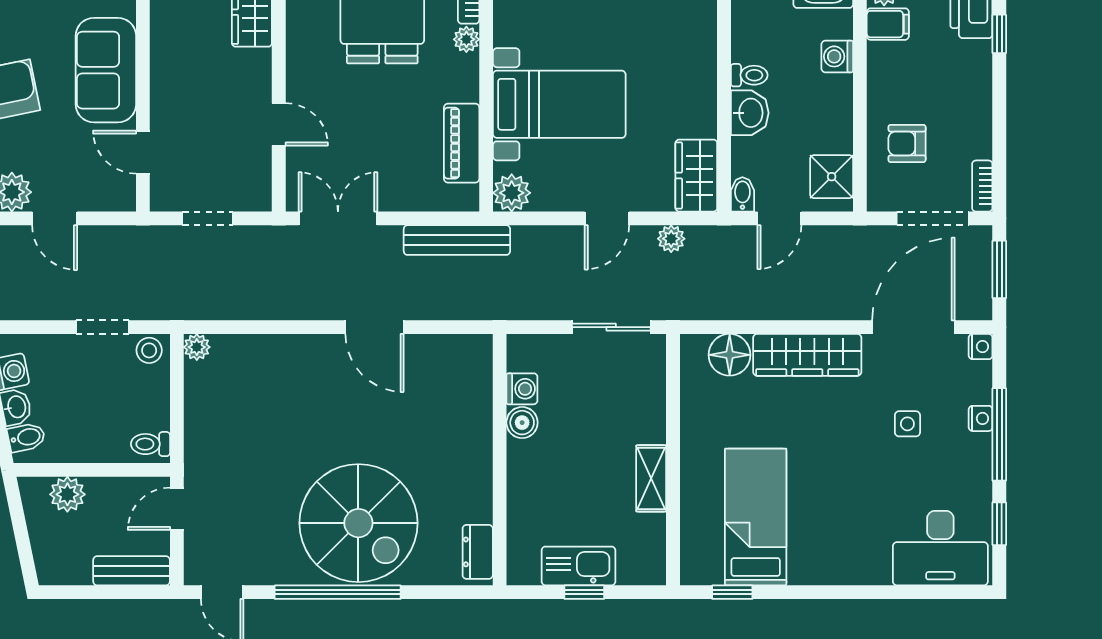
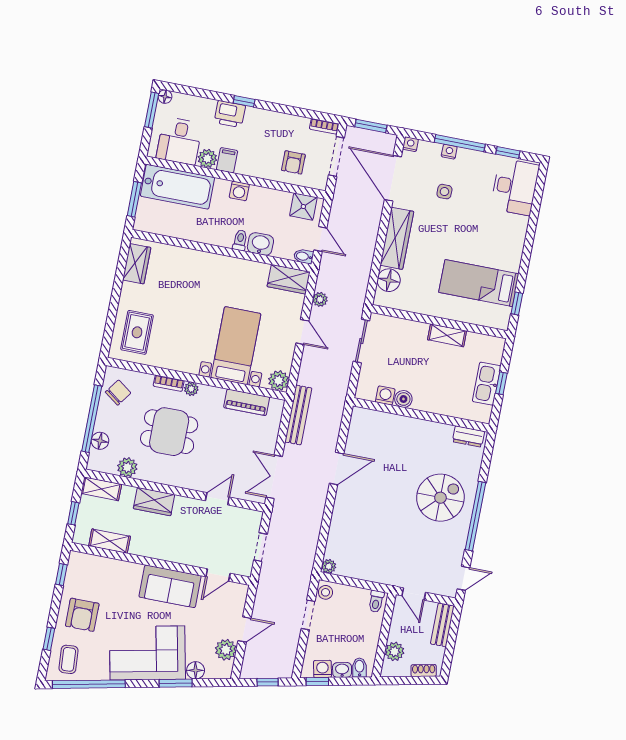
spiral stairs: (358, 523) -> (440, 498), width x0.73, depth x0.73
shoe rack: (43, 553) -> (424, 671), added

